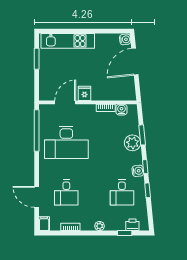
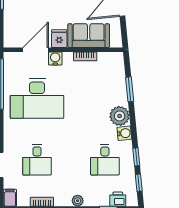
sofa: (109, 91) -> (89, 36), added
water cooler: (122, 110) -> (55, 58), moved
plant: (133, 143) -> (120, 116), moved
window: (145, 167) -> (139, 183), moved

